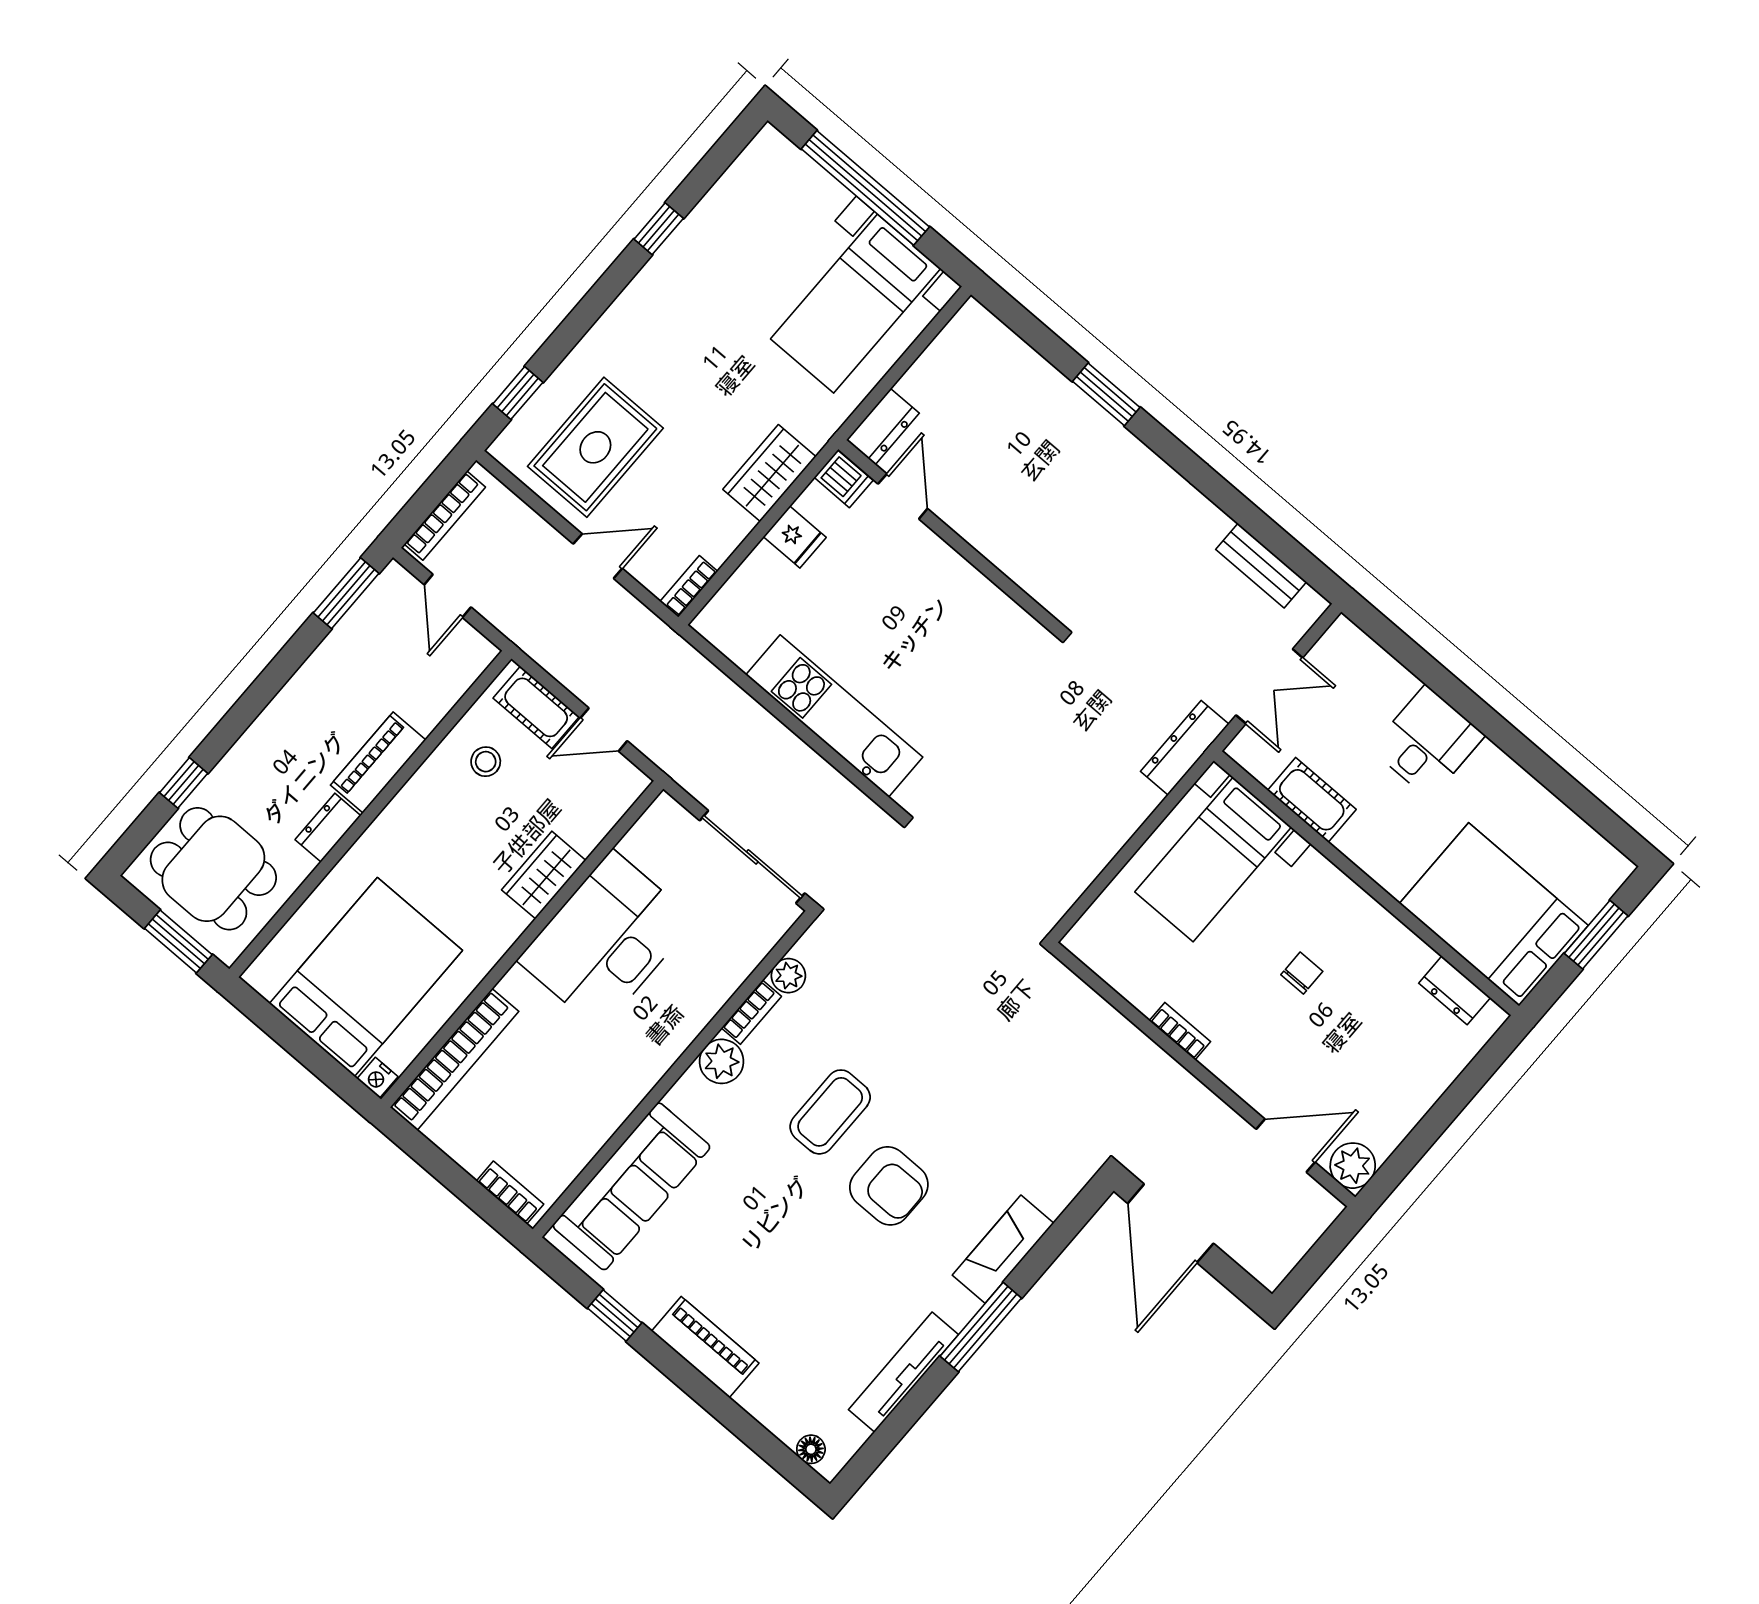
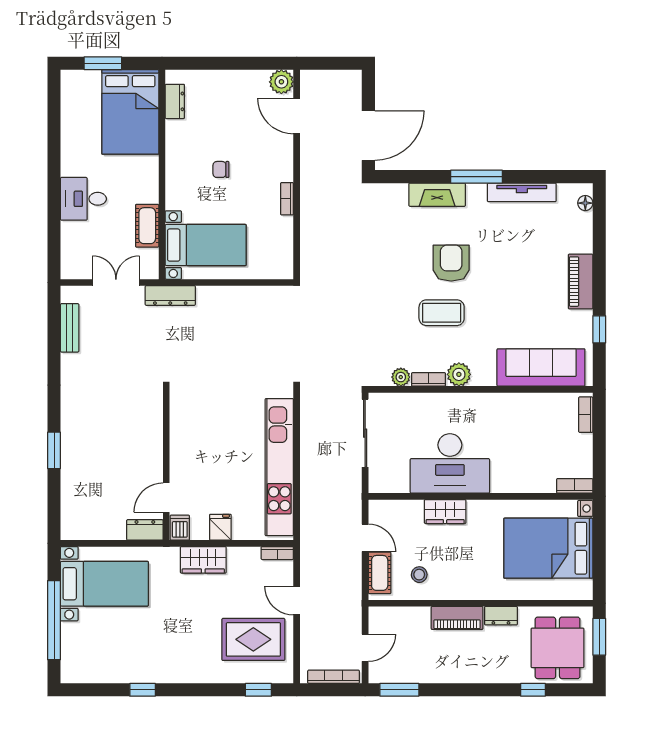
kitchen unit: (834, 716) -> (279, 467), width x1.36
bookcase: (454, 1059) -> (575, 486), width x0.43, depth x0.76

